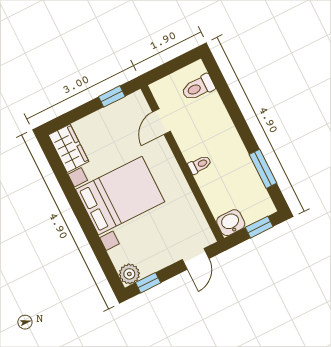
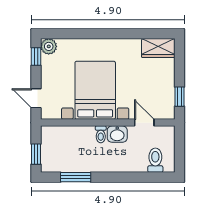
bed with nightstands: (120, 196) -> (95, 90), moved, turned 180
washbasin: (231, 223) -> (117, 134), moved, turned 90

